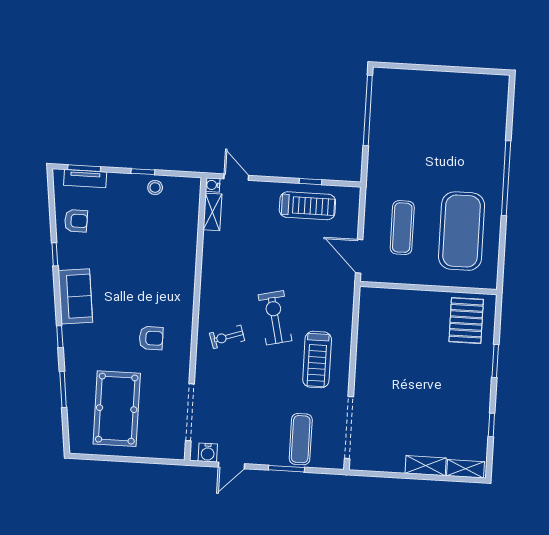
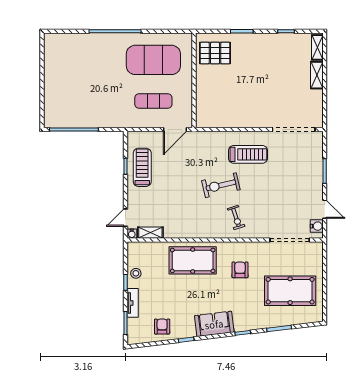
tv unit: (85, 179) -> (133, 303), moved
pool table: (169, 271) -> (193, 260), added
exercise mat: (301, 439) -> (304, 162), removed

